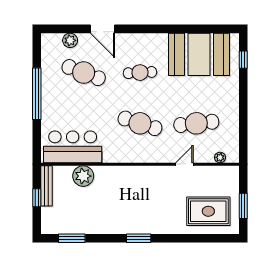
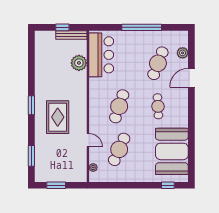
cafe table: (196, 123) -> (119, 149), turned 30
rug: (208, 211) -> (58, 117), moved
window: (72, 238) -> (31, 156), moved

